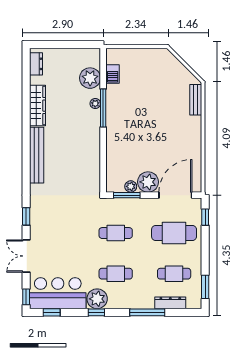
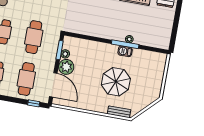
barbecue: (113, 74) -> (125, 51), moved
plant: (90, 78) -> (148, 39), removed
parasol: (156, 111) -> (116, 82), added
cafe table: (116, 233) -> (34, 37), width x1.37, depth x1.35

